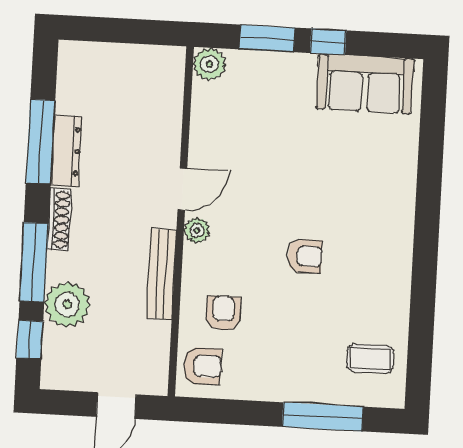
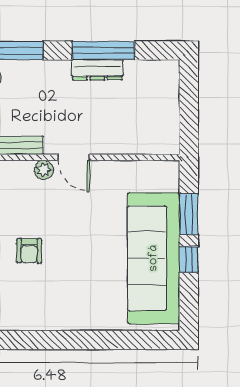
plant: (209, 64) -> (168, 172), removed
sofa: (365, 84) -> (154, 258), width x1.85, depth x1.27
shoe rack: (59, 219) -> (46, 67), removed

